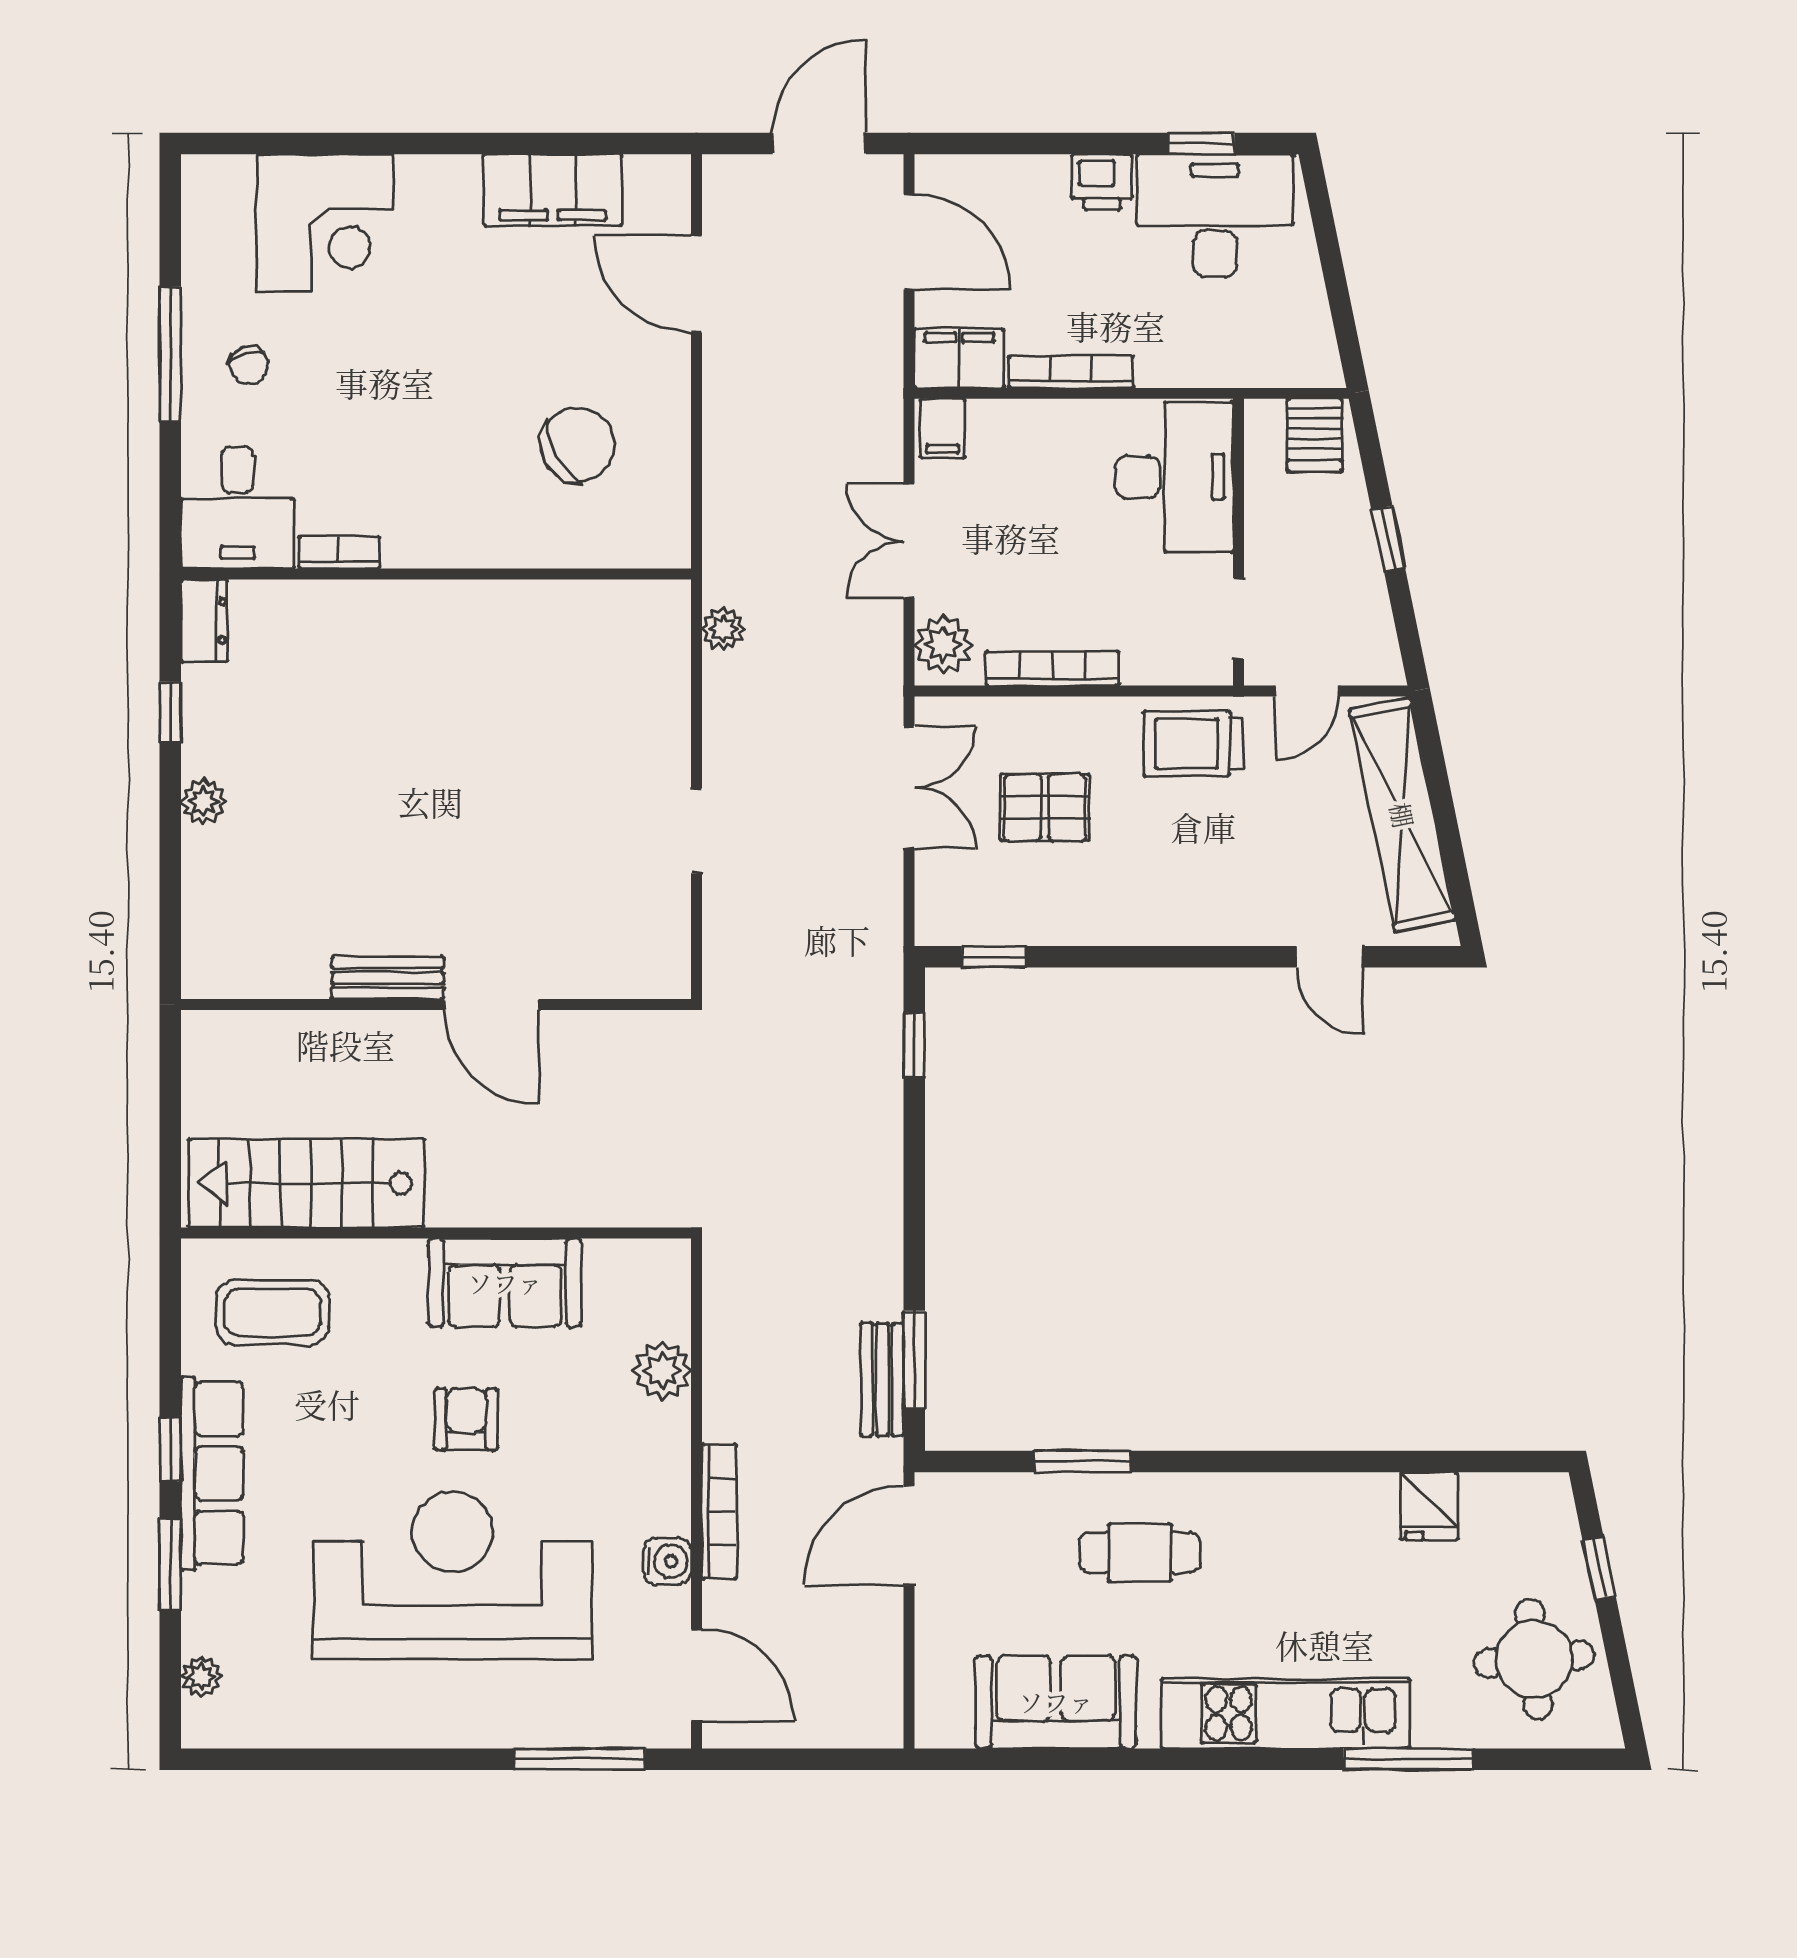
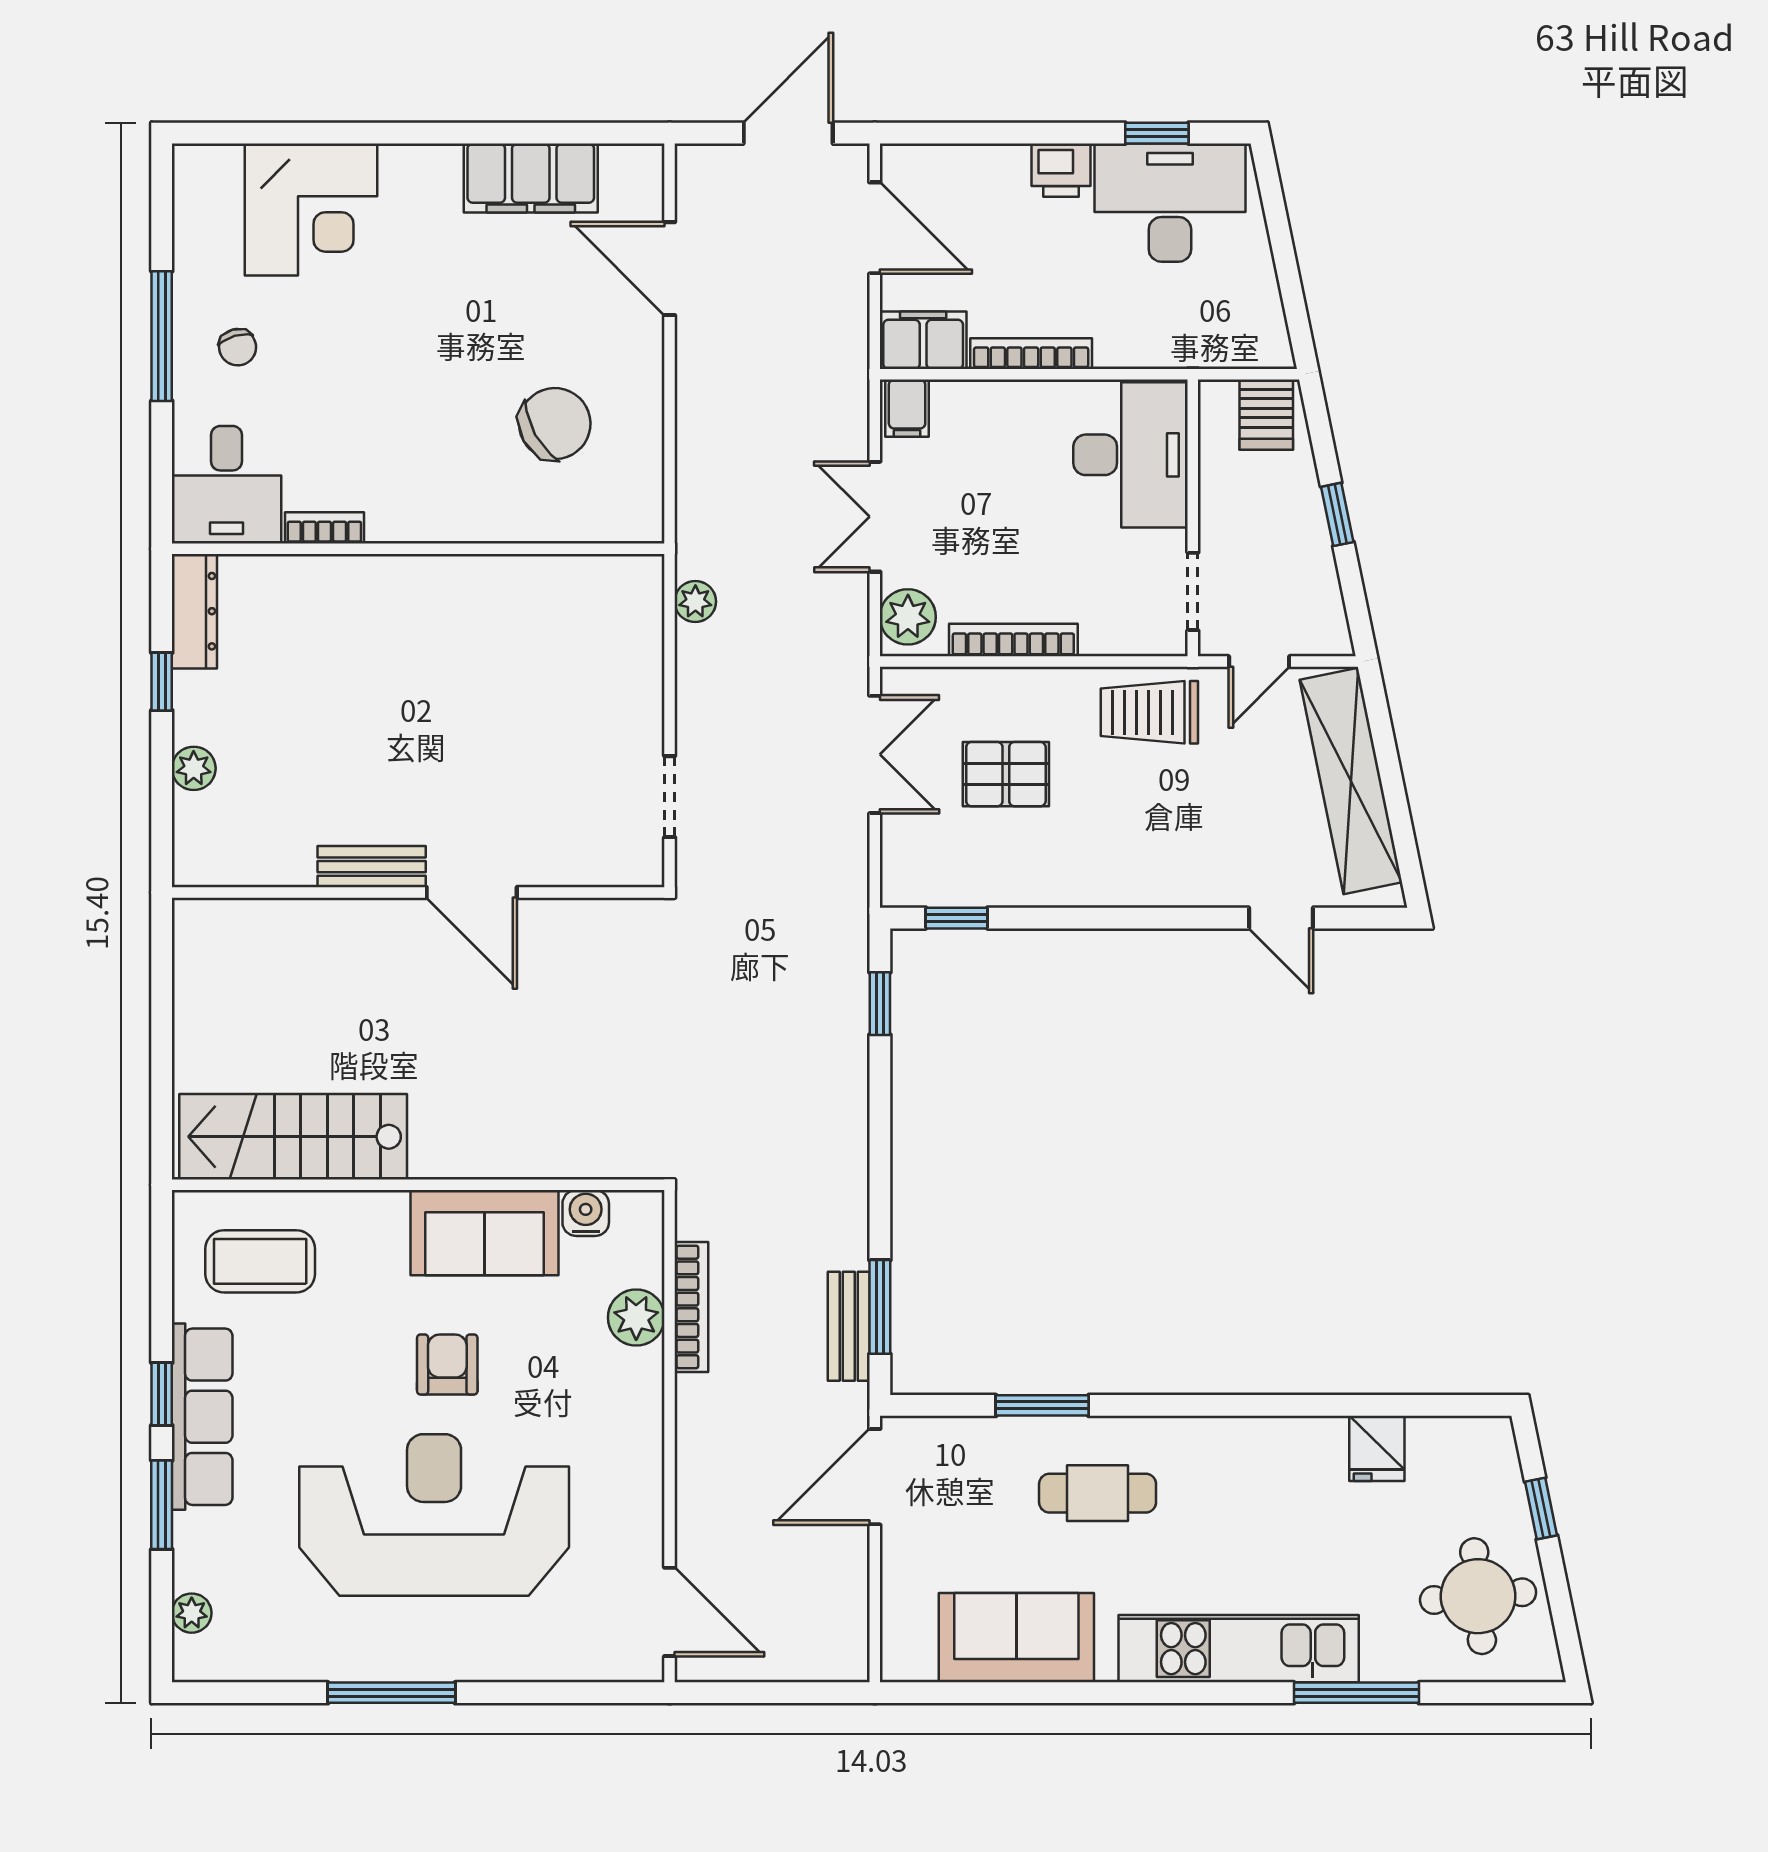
dresser: (204, 621) -> (194, 611), width x1.44
bench: (388, 978) -> (372, 867), moved
wall: (436, 1005) -> (418, 892), moved
door: (491, 1005) -> (472, 892), moved
bookcase: (719, 1512) -> (691, 1307), moved
water cooler: (667, 1561) -> (586, 1213), moved, turned -90
window: (579, 1759) -> (391, 1693), moved

